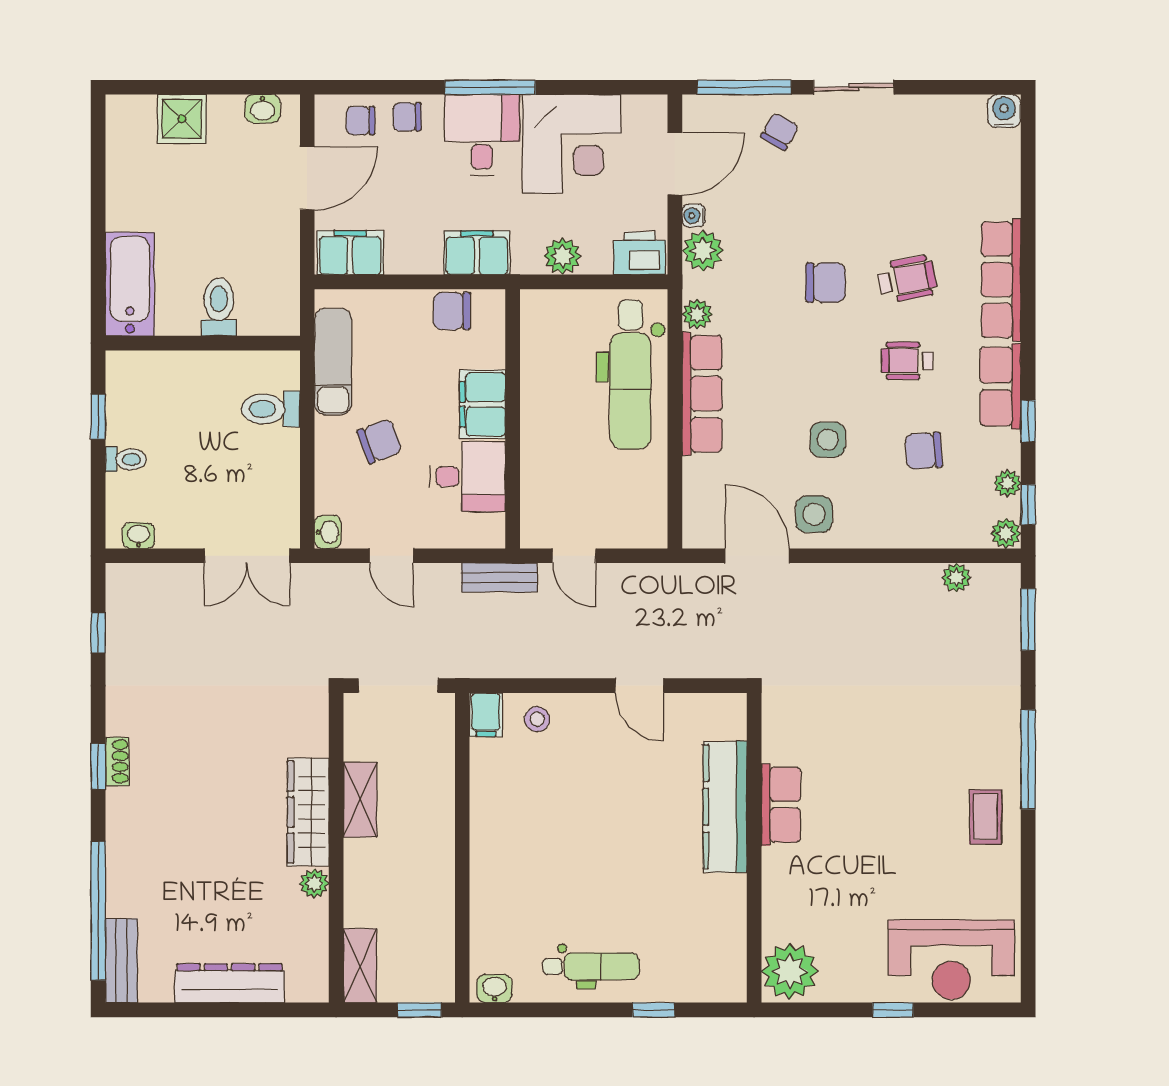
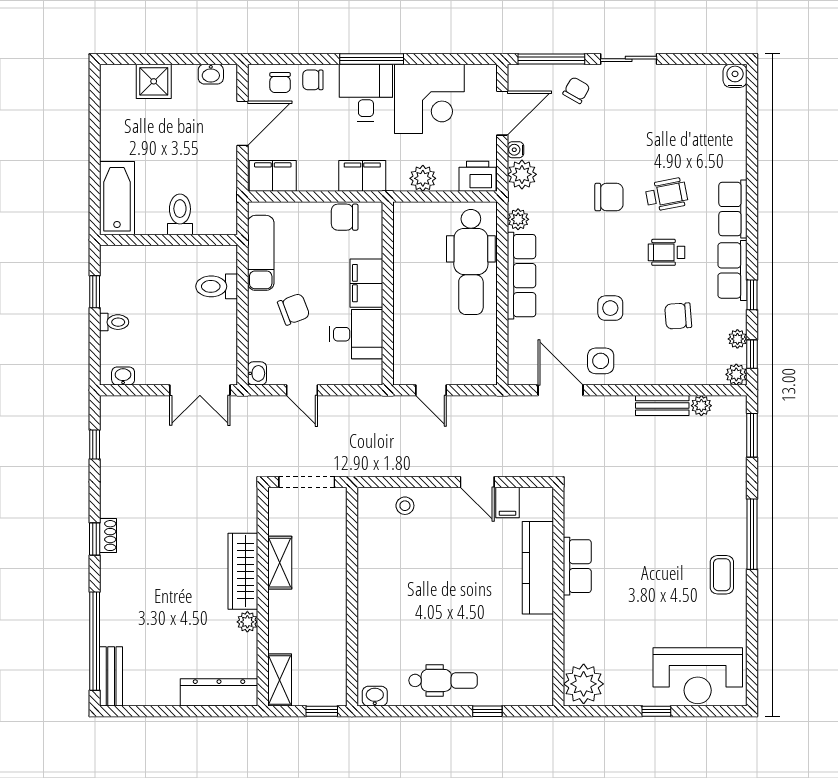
chair: (361, 121) -> (280, 83), turned -90
row of seats: (1001, 280) -> (733, 209), width x0.68
bench: (499, 577) -> (662, 405), moved
filing cabinet: (486, 715) -> (507, 502), moved
dresser: (230, 983) -> (219, 692), moved

